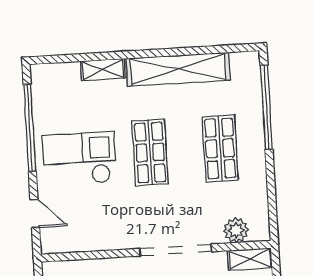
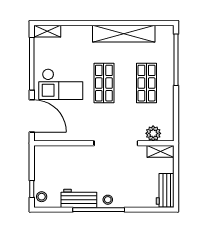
shelving: (103, 70) -> (47, 31), moved
checkout: (79, 159) -> (61, 84), turned 180
door: (35, 213) -> (32, 116), width x1.87

